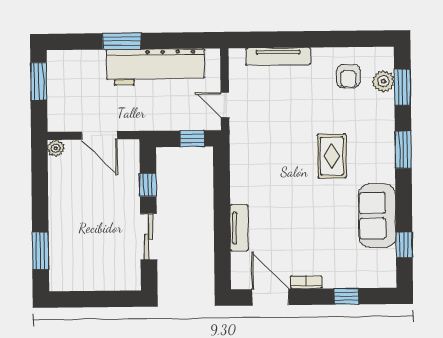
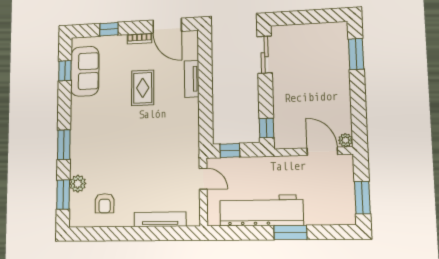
armchair: (348, 76) -> (105, 203), turned 180
plant: (383, 81) -> (78, 184), moved
door: (99, 135) -> (322, 151), moved
rug: (332, 156) -> (143, 88), moved
window: (148, 185) -> (266, 128), moved
sofa: (377, 216) -> (85, 71), moved
sliding door: (149, 237) -> (265, 55), moved

